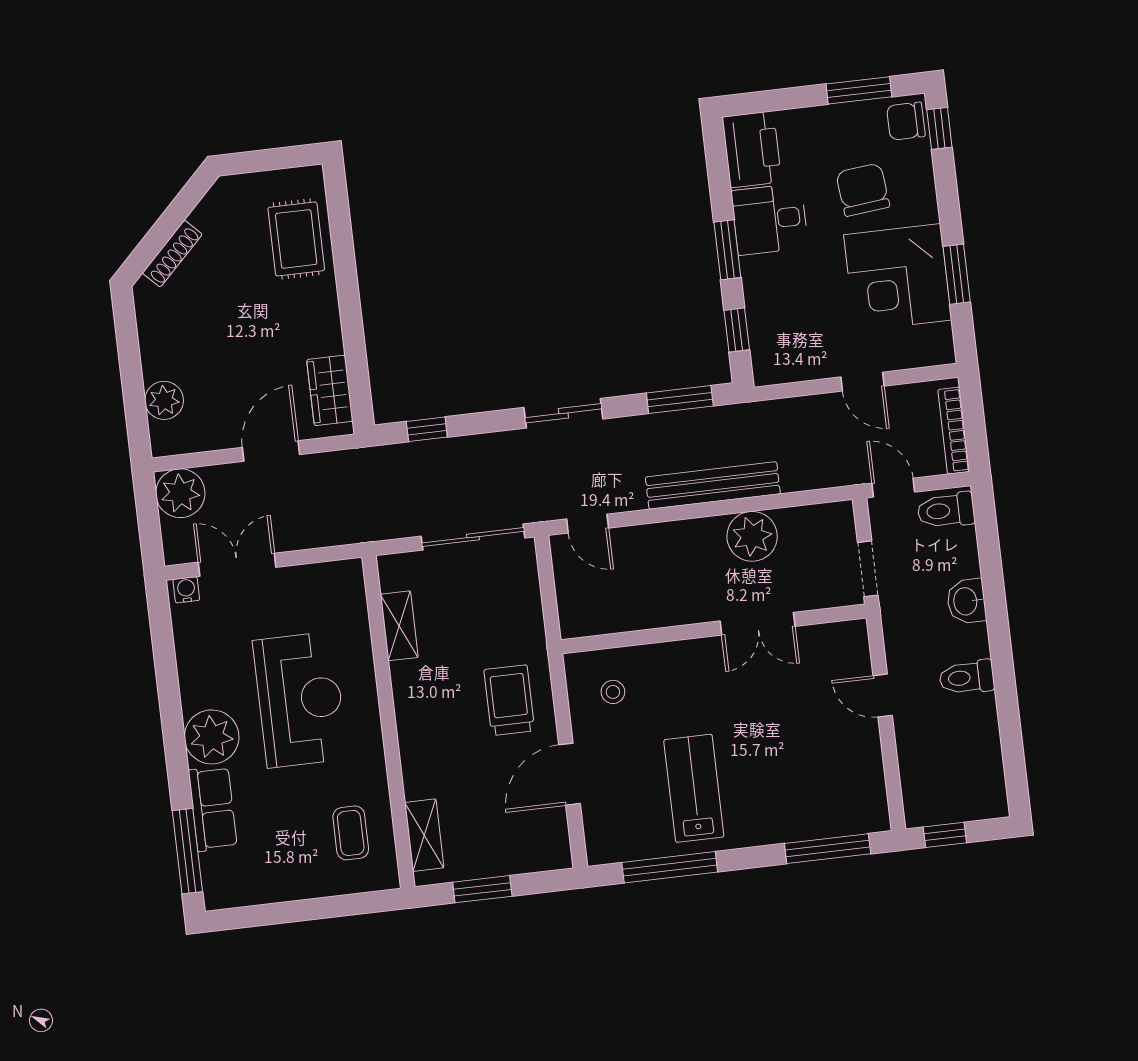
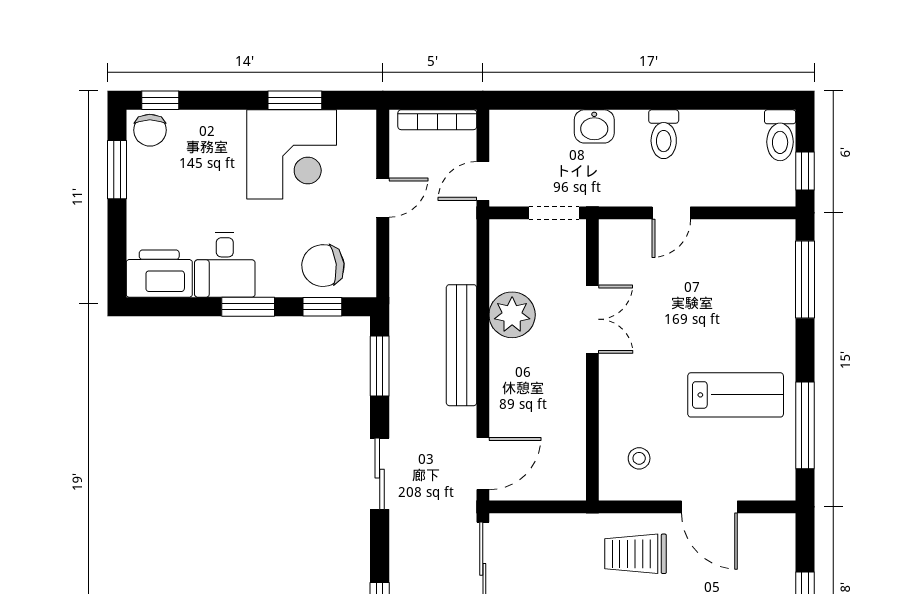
chair: (863, 190) -> (323, 266), moved
toilet: (946, 510) -> (780, 135), moved
door: (588, 524) -> (483, 464), width x1.38
lab bench: (694, 788) -> (736, 395), turned 180

